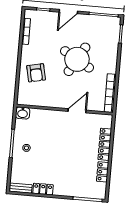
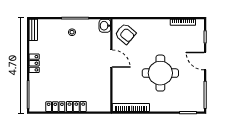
round table: (77, 59) -> (160, 73), turned -30
armchair: (36, 73) -> (125, 34), moved, turned -128
door: (77, 111) -> (111, 59), moved
locker: (105, 144) -> (76, 106), width x0.66
locker: (43, 189) -> (34, 63), moved

